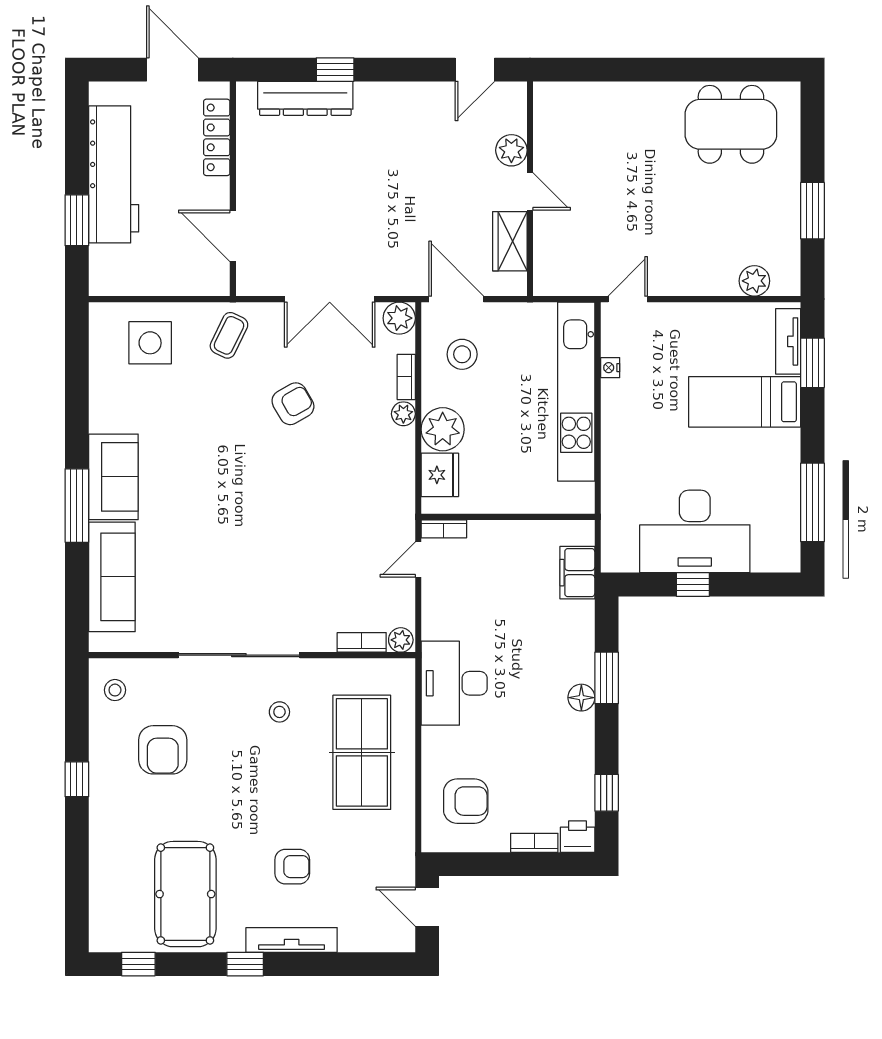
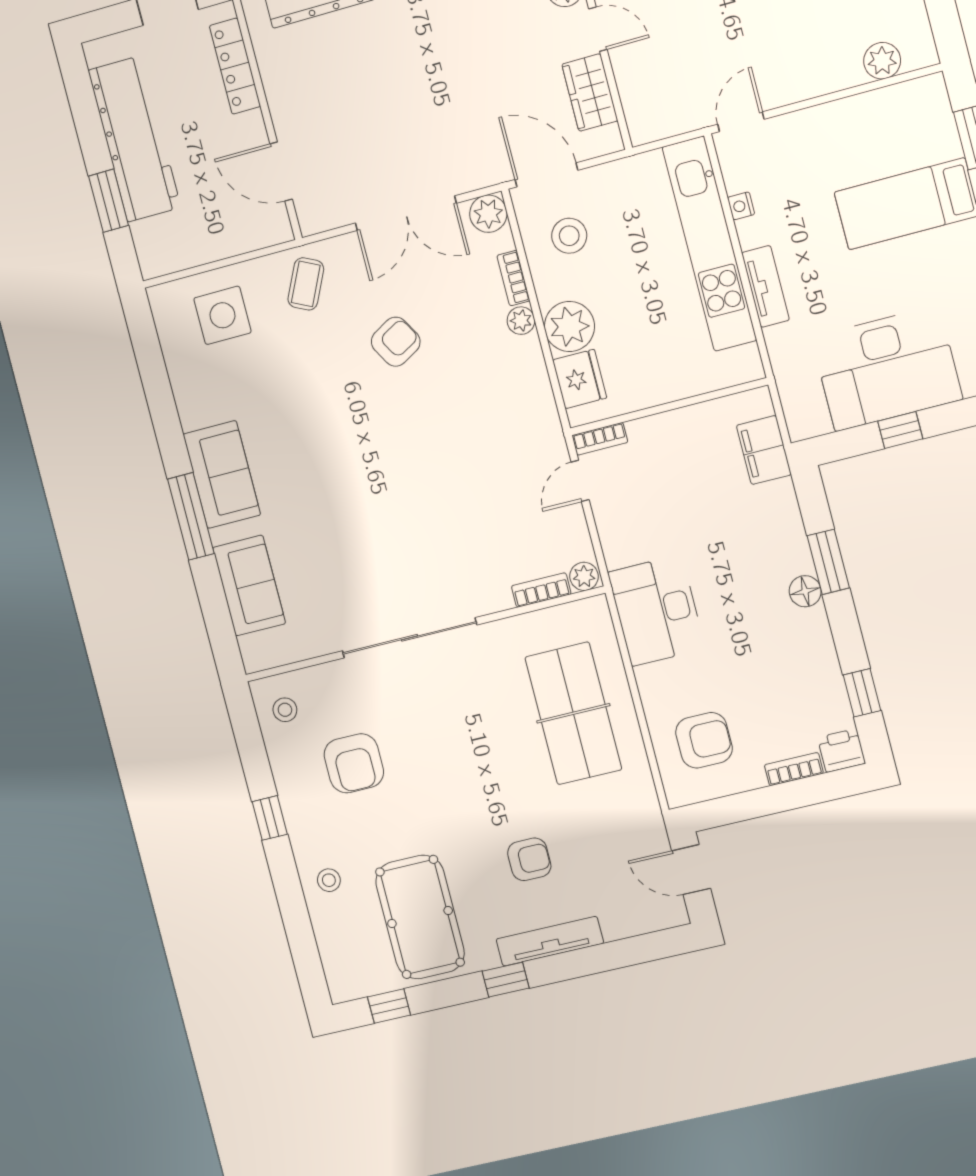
tv unit: (788, 341) -> (765, 286), moved, turned 180
sofa: (112, 577) -> (249, 586), width x0.73
stool: (279, 712) -> (329, 880), moved

